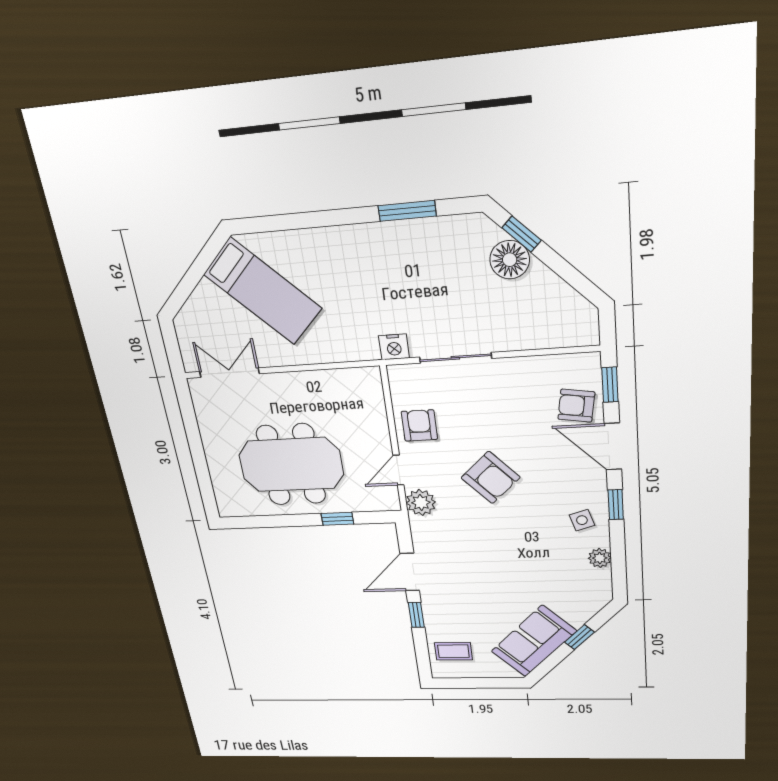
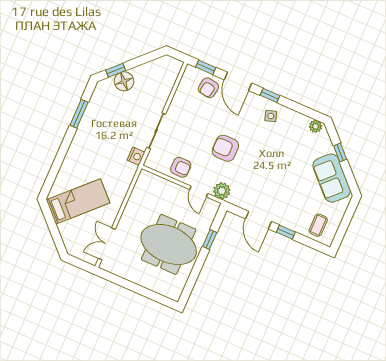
armchair: (419, 425) -> (181, 167), turned 180
door: (613, 447) -> (238, 81), hinge flipped
meeting table: (291, 465) -> (169, 244), turned 90
armchair: (491, 478) -> (225, 148), turned -137
plant: (600, 558) -> (315, 126), moved

